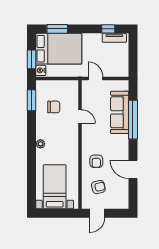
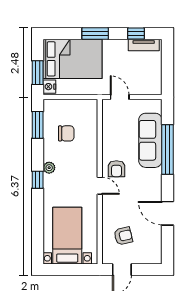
window: (57, 29) -> (95, 33), moved
door: (80, 117) -> (100, 186), moved
window: (31, 143) -> (38, 180), added
plant: (40, 144) -> (49, 168), moved
armchair: (96, 161) -> (116, 169), moved

